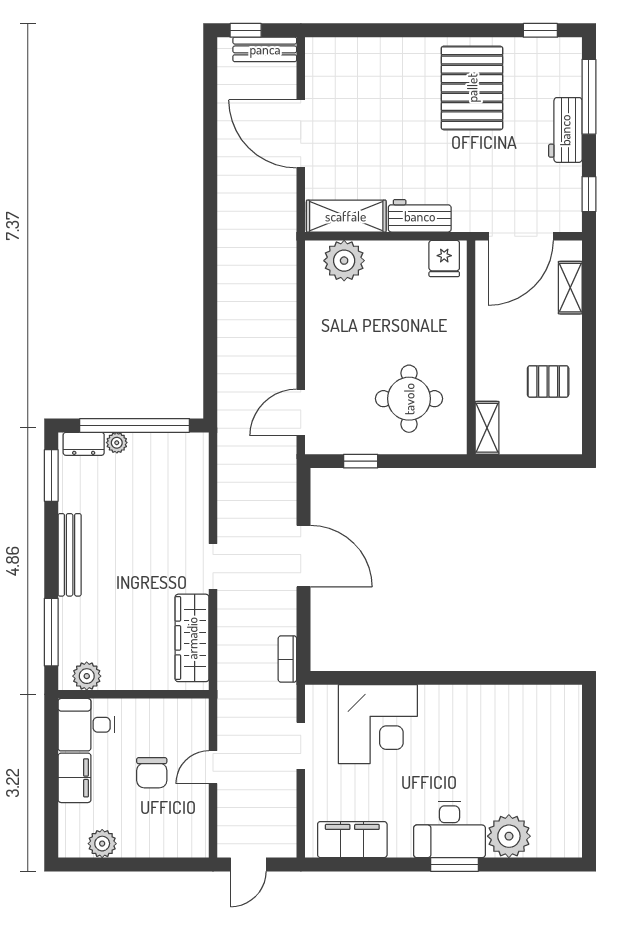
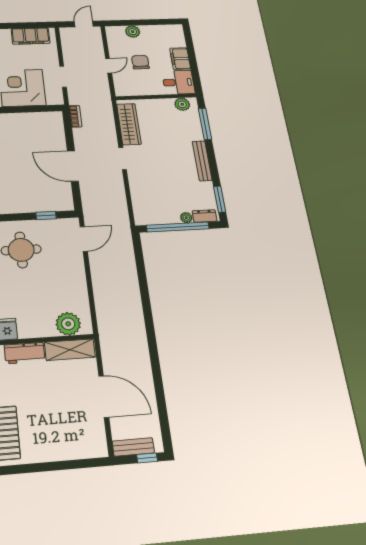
plant: (102, 844) -> (133, 32), moved

